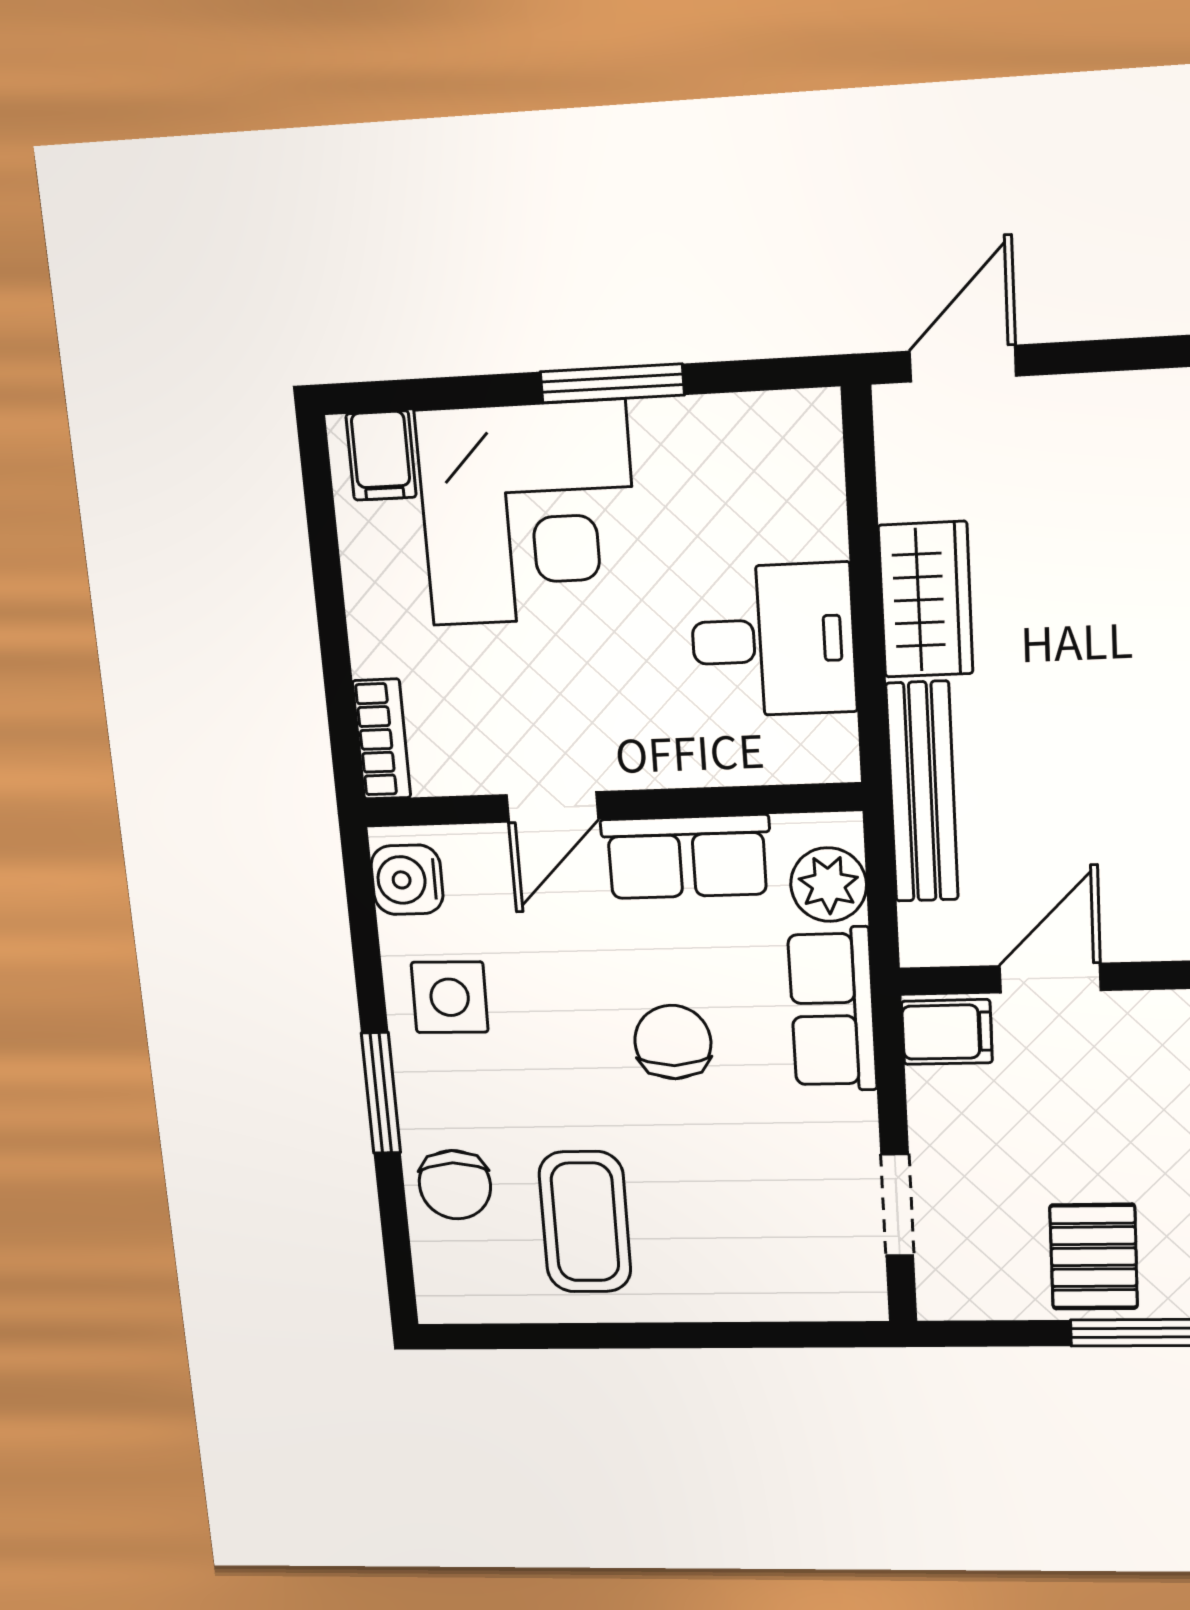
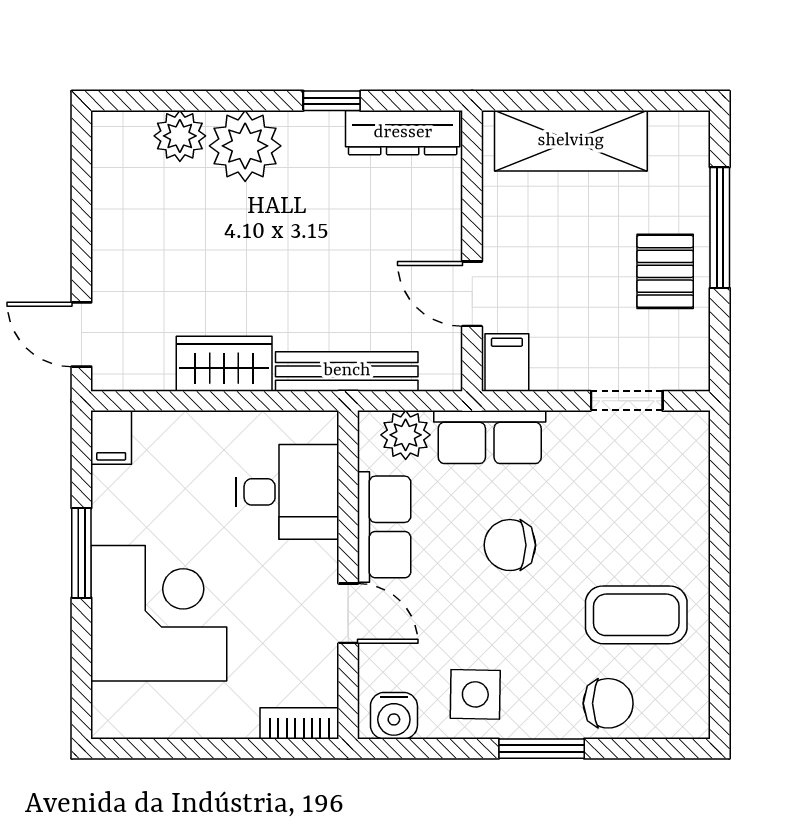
filing cabinet: (381, 456) -> (111, 437), moved, turned 90
desk: (773, 640) -> (287, 492), moved, turned 90
pallet: (1094, 1257) -> (665, 271), turned 90

